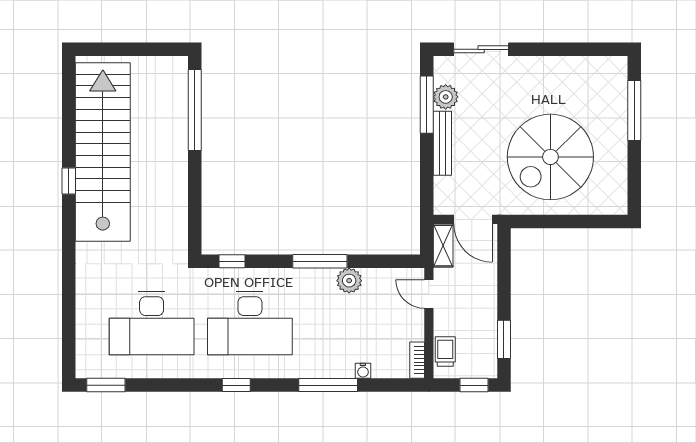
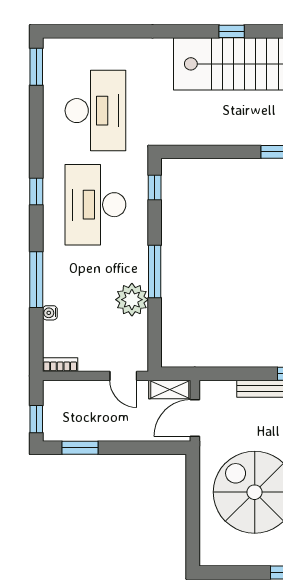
plant: (349, 281) -> (132, 300), width x1.36, depth x1.36
door: (429, 294) -> (123, 376), swing flipped
desk: (152, 323) -> (95, 111), turned 180
trolley: (445, 351) -> (68, 392), removed

